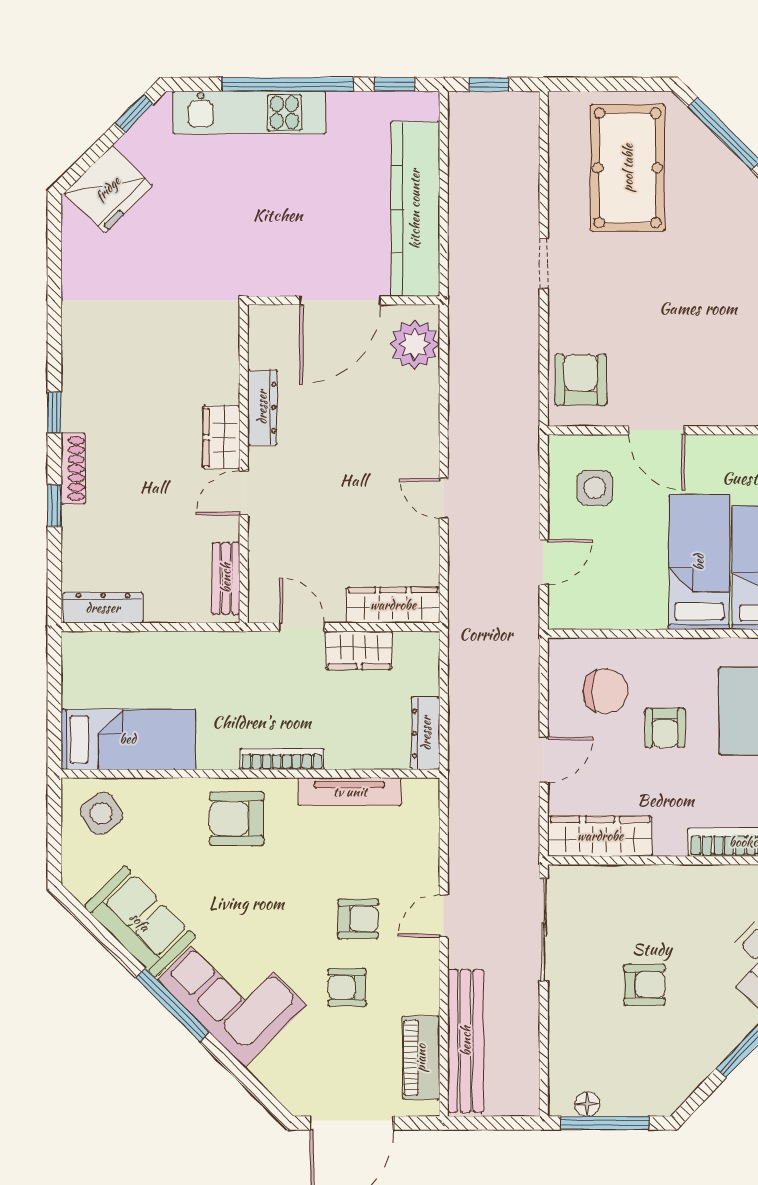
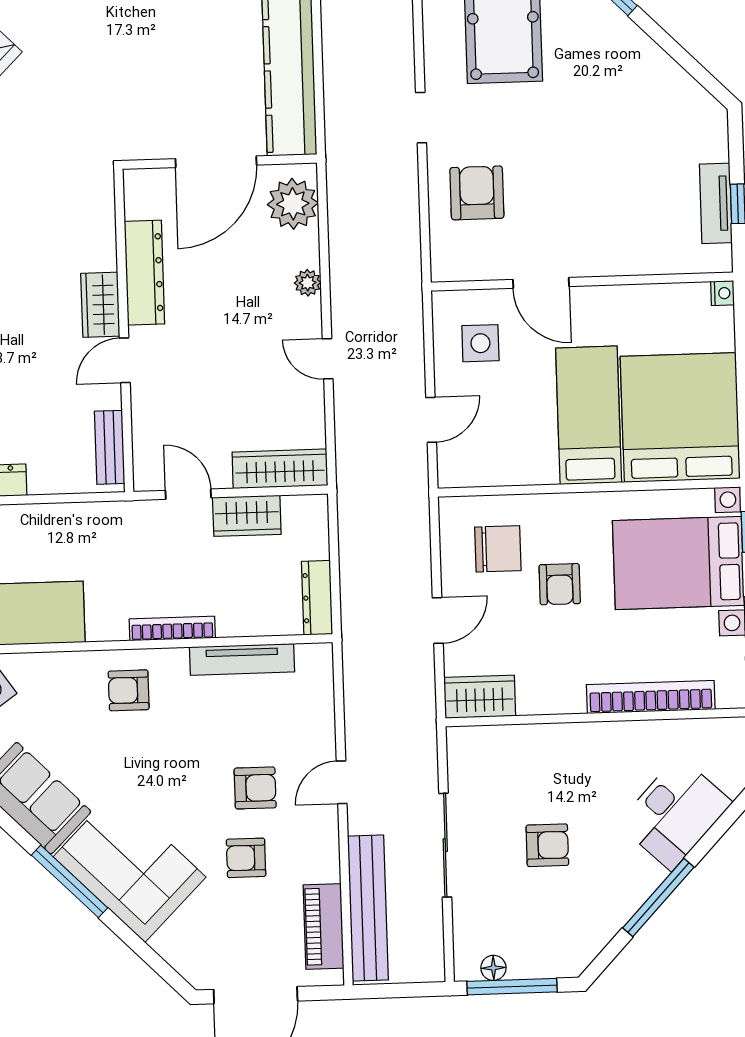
armchair: (581, 380) -> (477, 193), moved
dresser: (262, 407) -> (144, 273), width x1.37, depth x1.24
plant: (426, 423) -> (308, 283), added
armchair: (237, 818) -> (129, 690), width x0.72, depth x0.72
wardrobe: (600, 836) -> (480, 697), width x0.67
sliding door: (544, 930) -> (445, 845), moved

